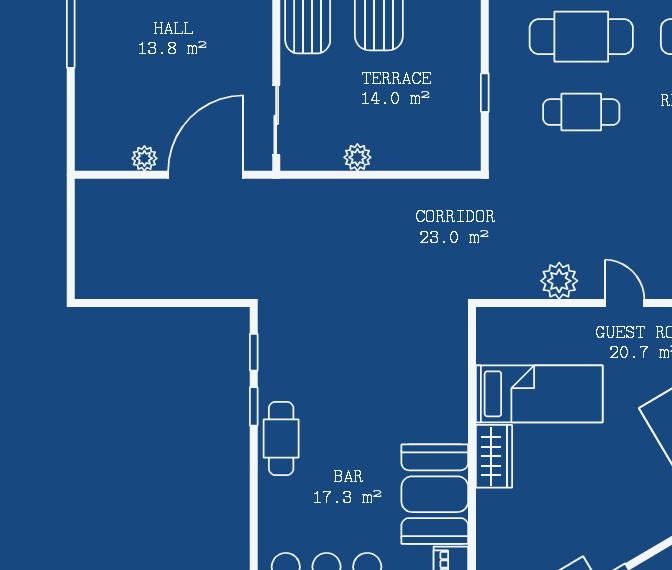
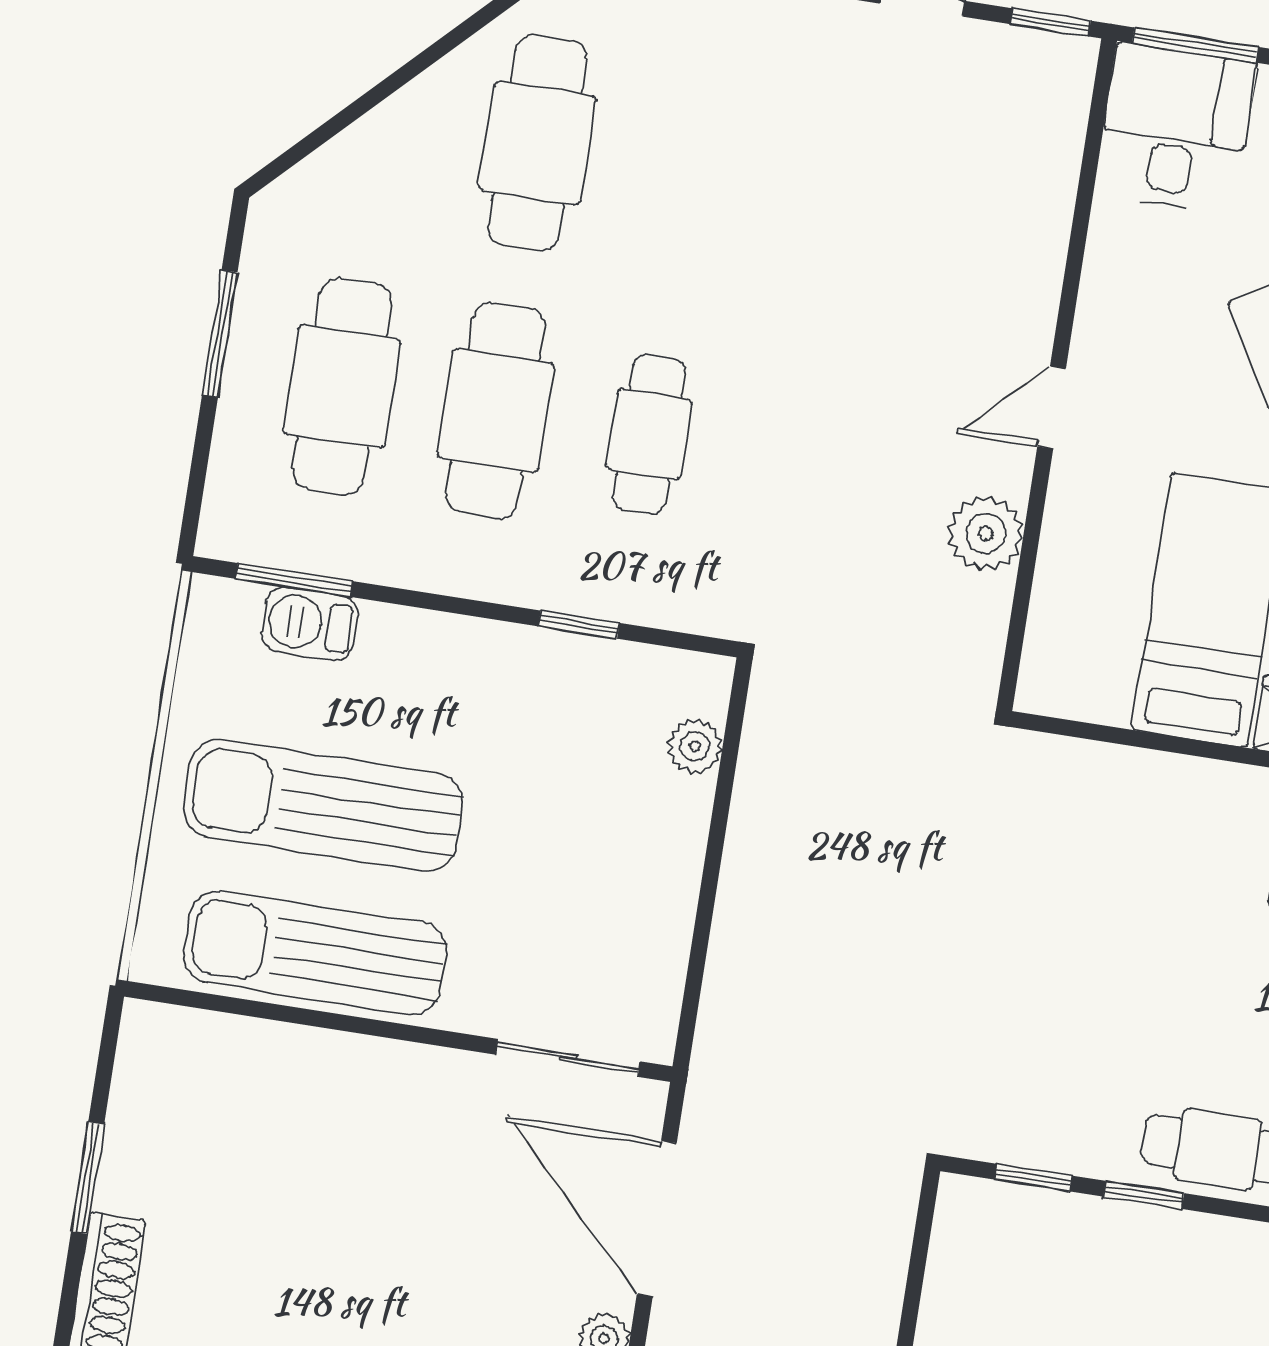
plant: (357, 157) -> (695, 746), moved

